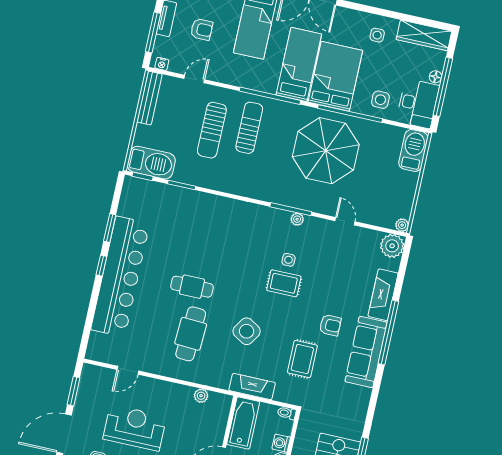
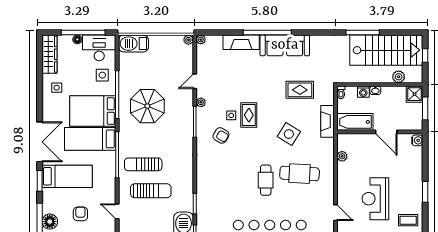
parasol: (326, 151) -> (147, 106), width x0.73, depth x0.73
plant: (297, 219) -> (201, 102), moved
plant: (392, 246) -> (201, 40), width x0.53, depth x0.53
armchair: (330, 325) -> (221, 135), moved, turned 120

